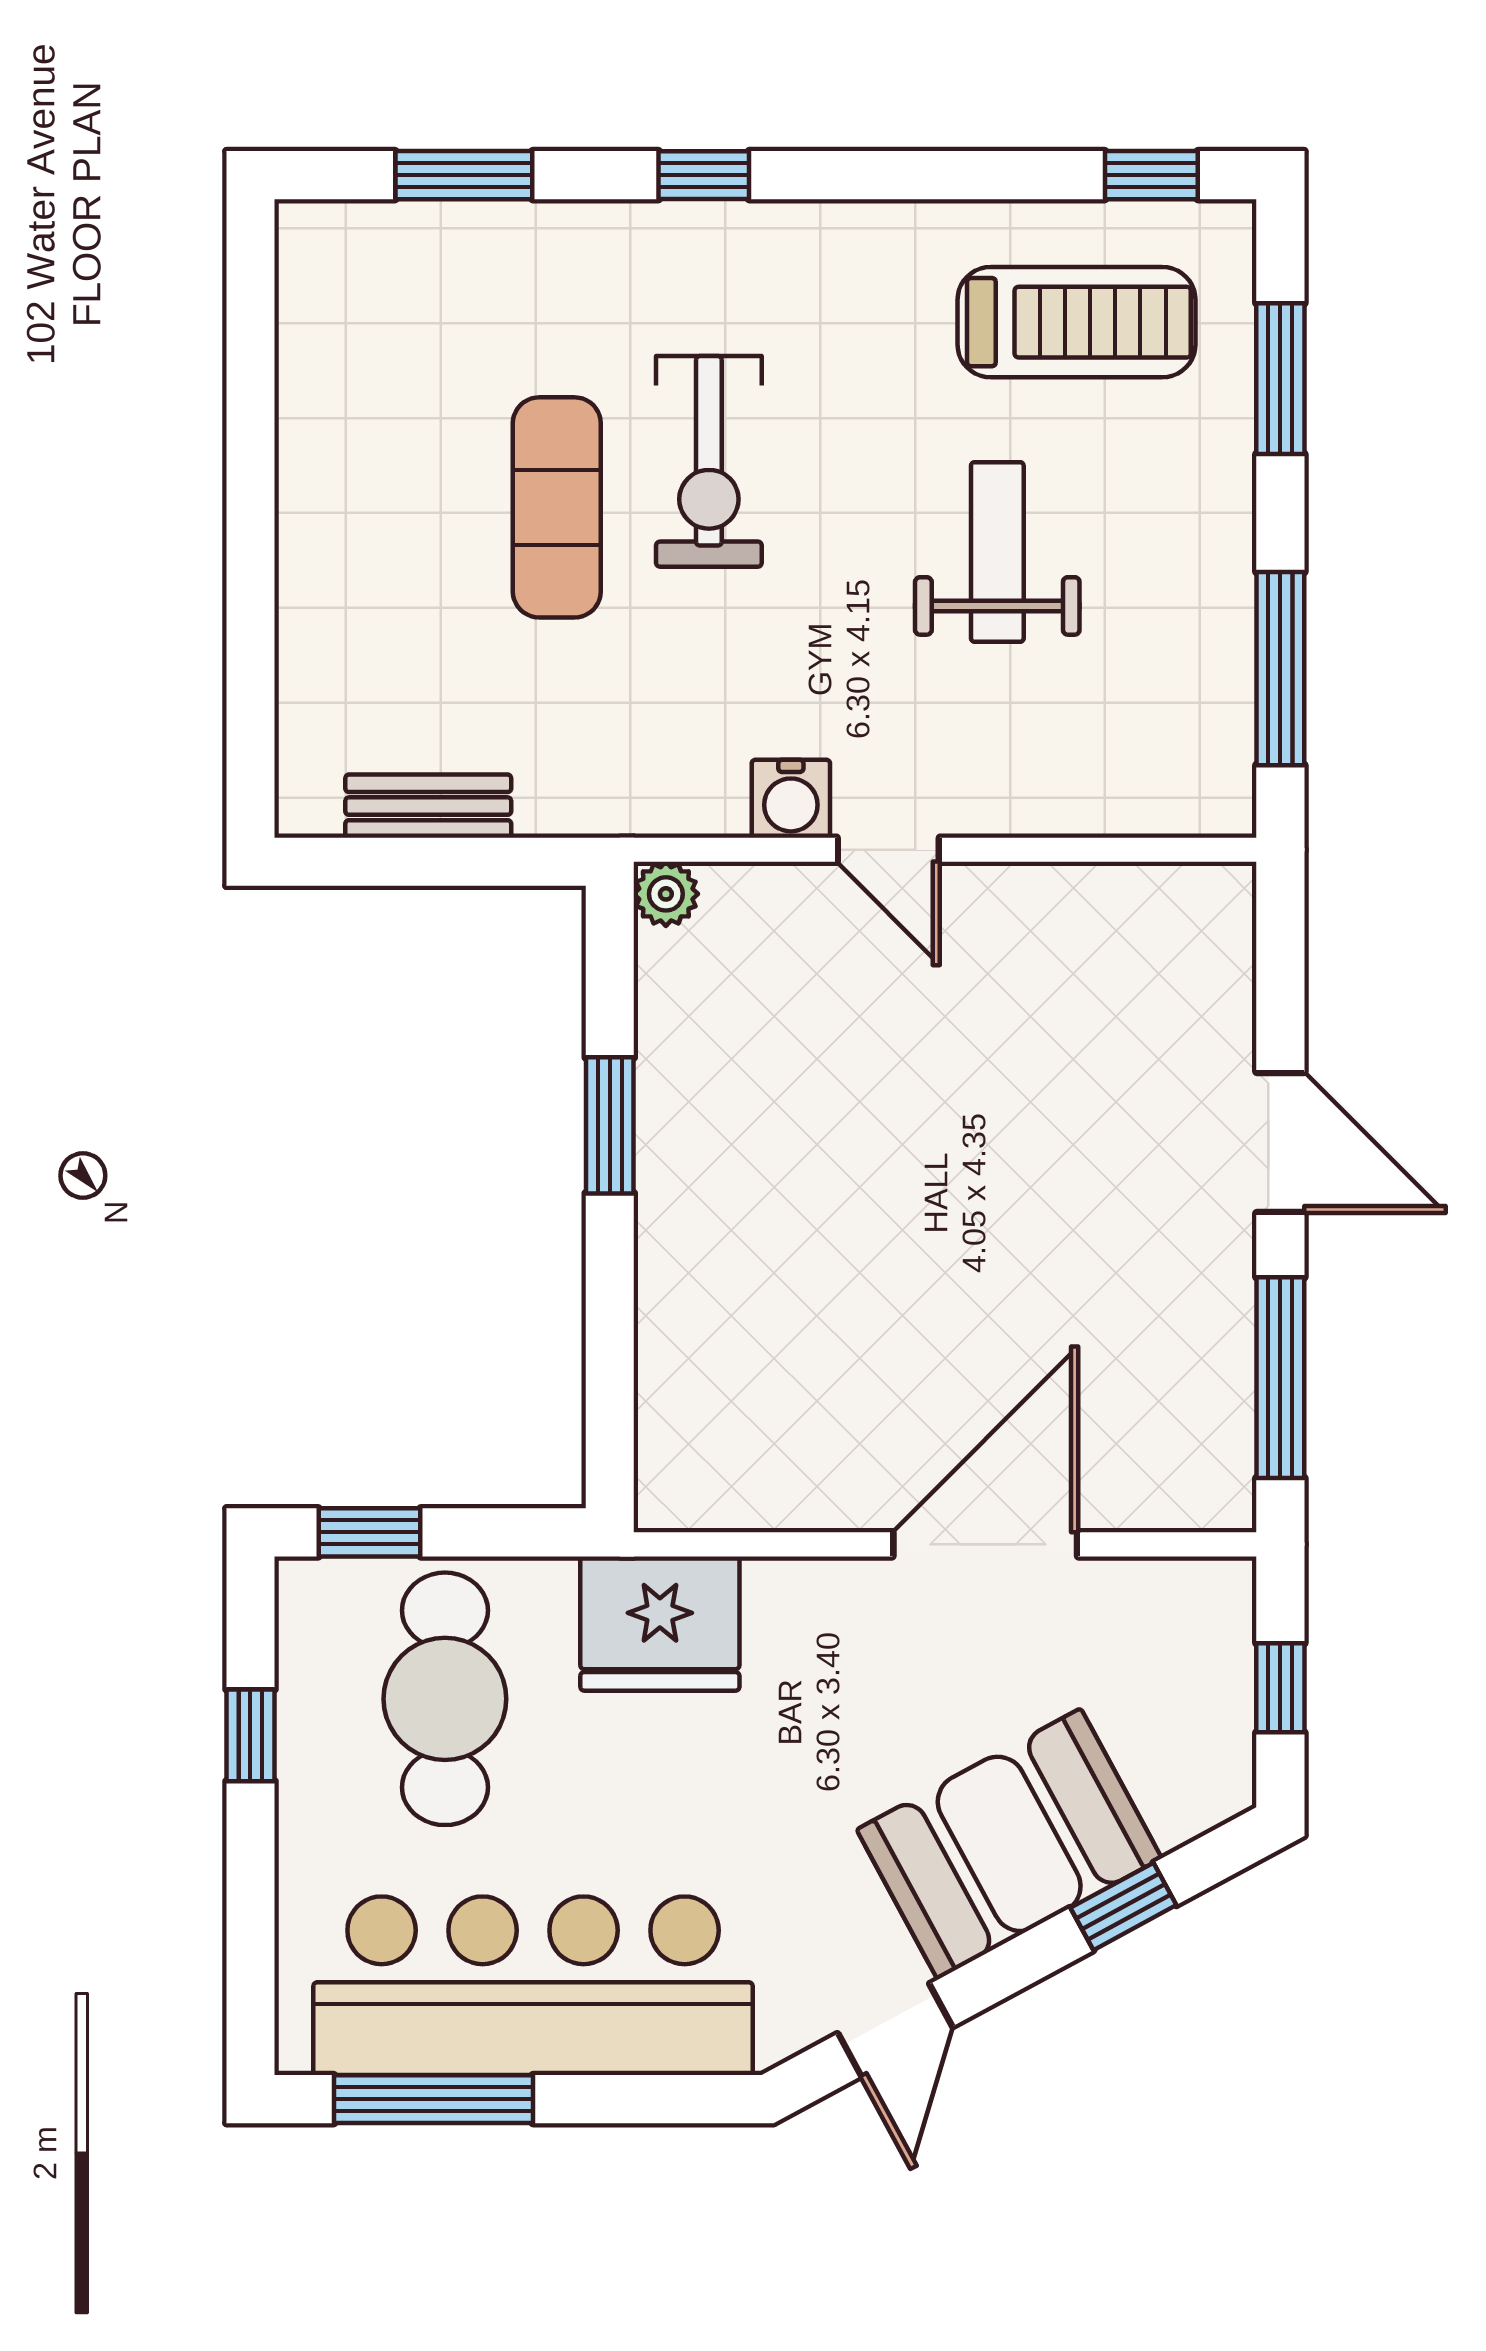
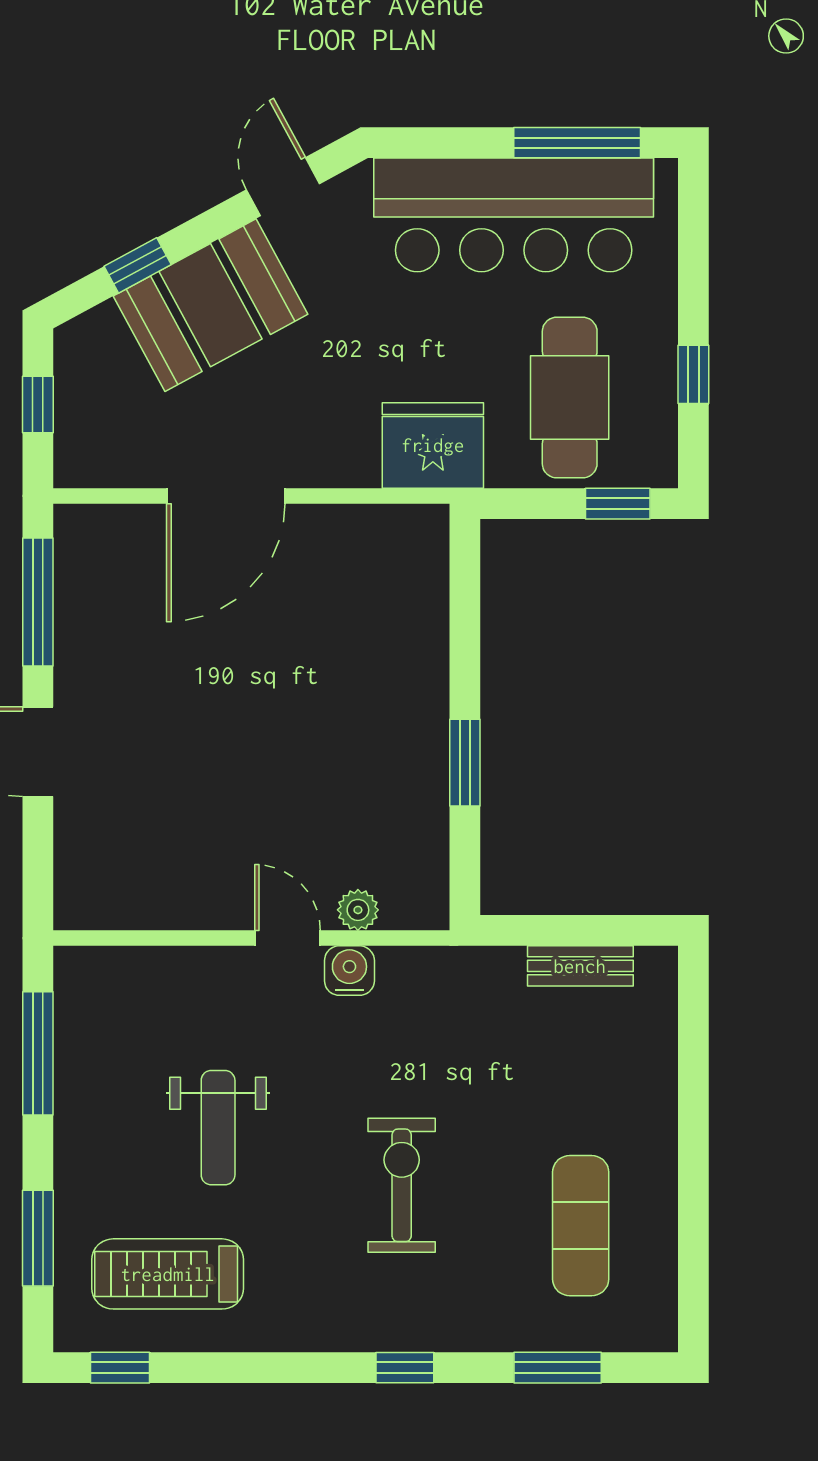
exercise mat: (557, 507) -> (581, 1226), moved
plant: (666, 894) -> (358, 910), moved

